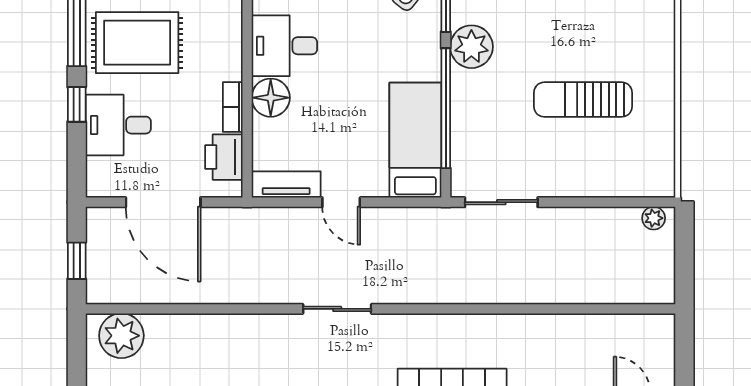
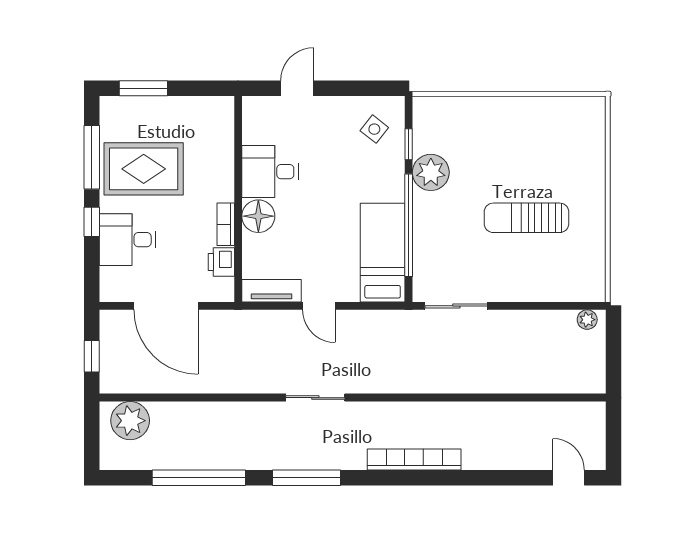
printer: (224, 157) -> (221, 262), width x0.73, depth x0.81

